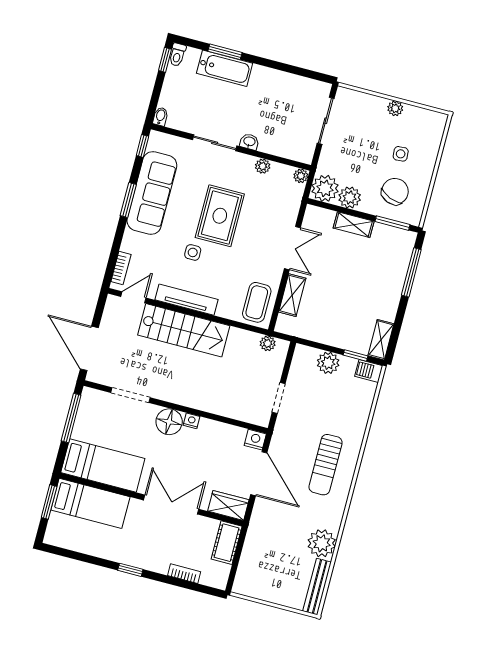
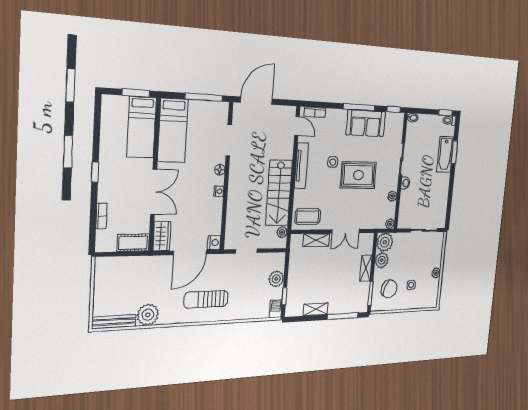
sofa: (152, 193) -> (366, 123), width x0.73
window: (128, 200) -> (359, 107), width x1.44
stairs: (184, 330) -> (279, 193), moved
shelving: (381, 340) -> (316, 309), moved
floor lamp: (169, 422) -> (220, 170), width x0.53, depth x0.53

